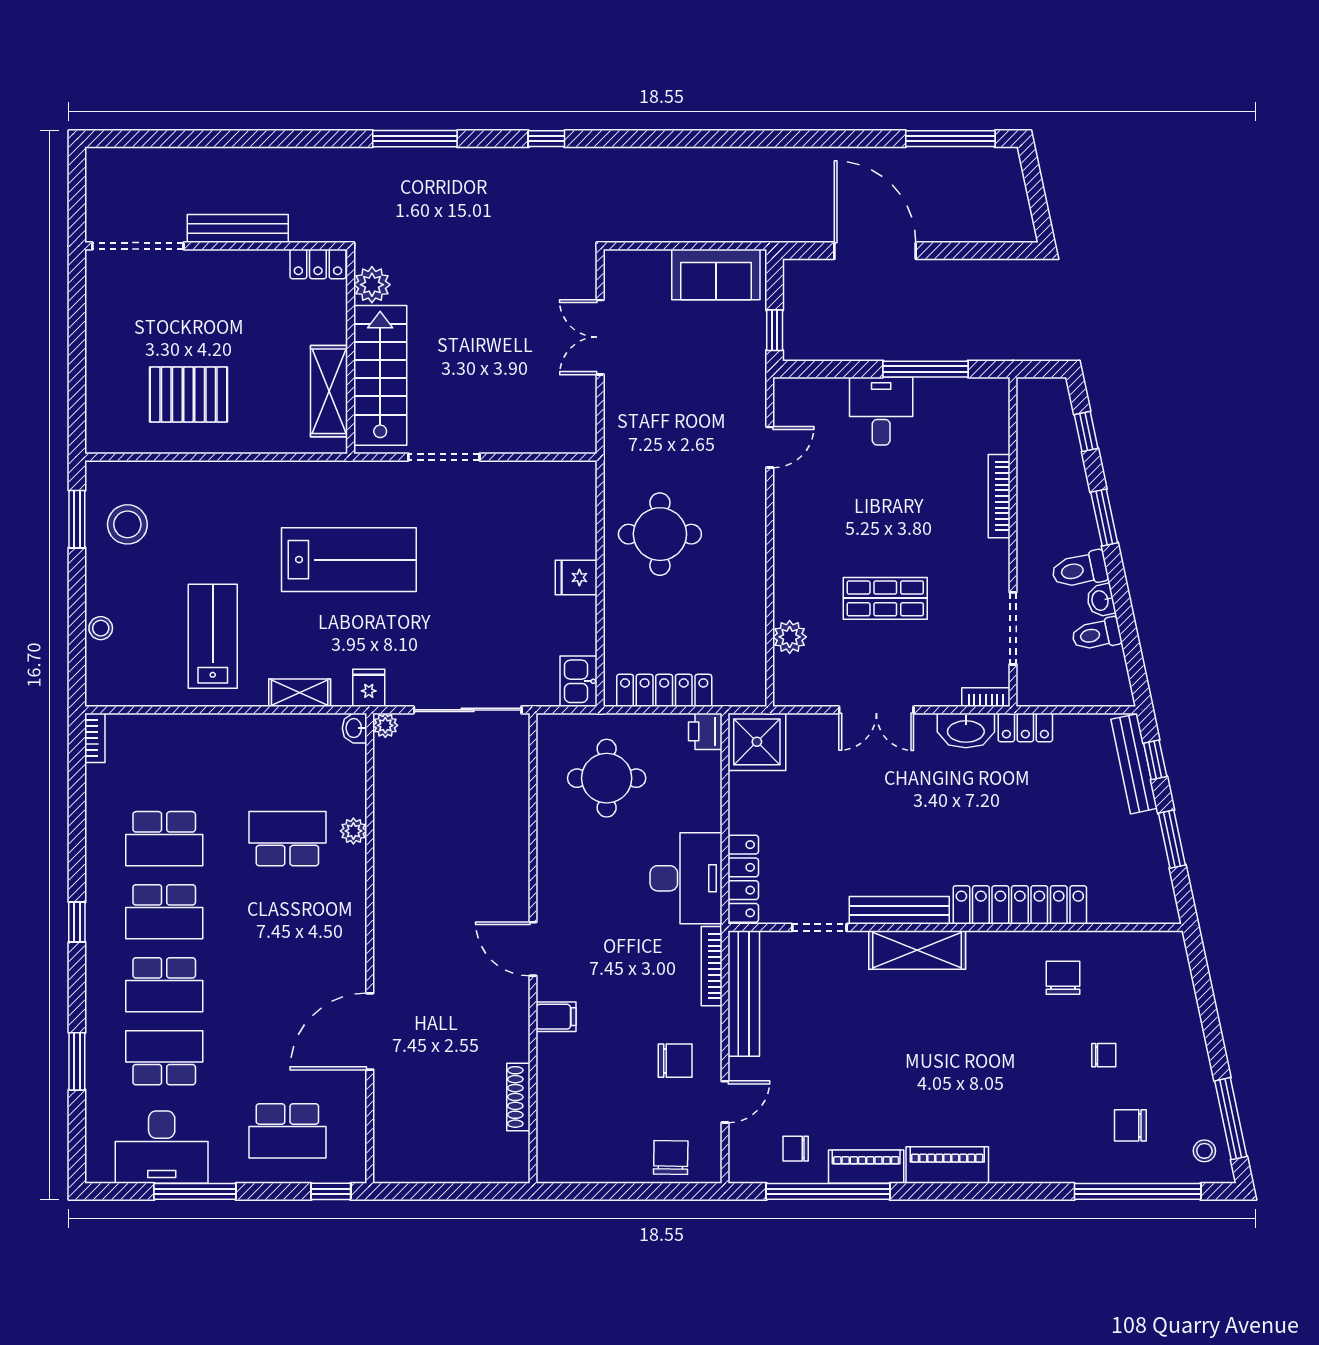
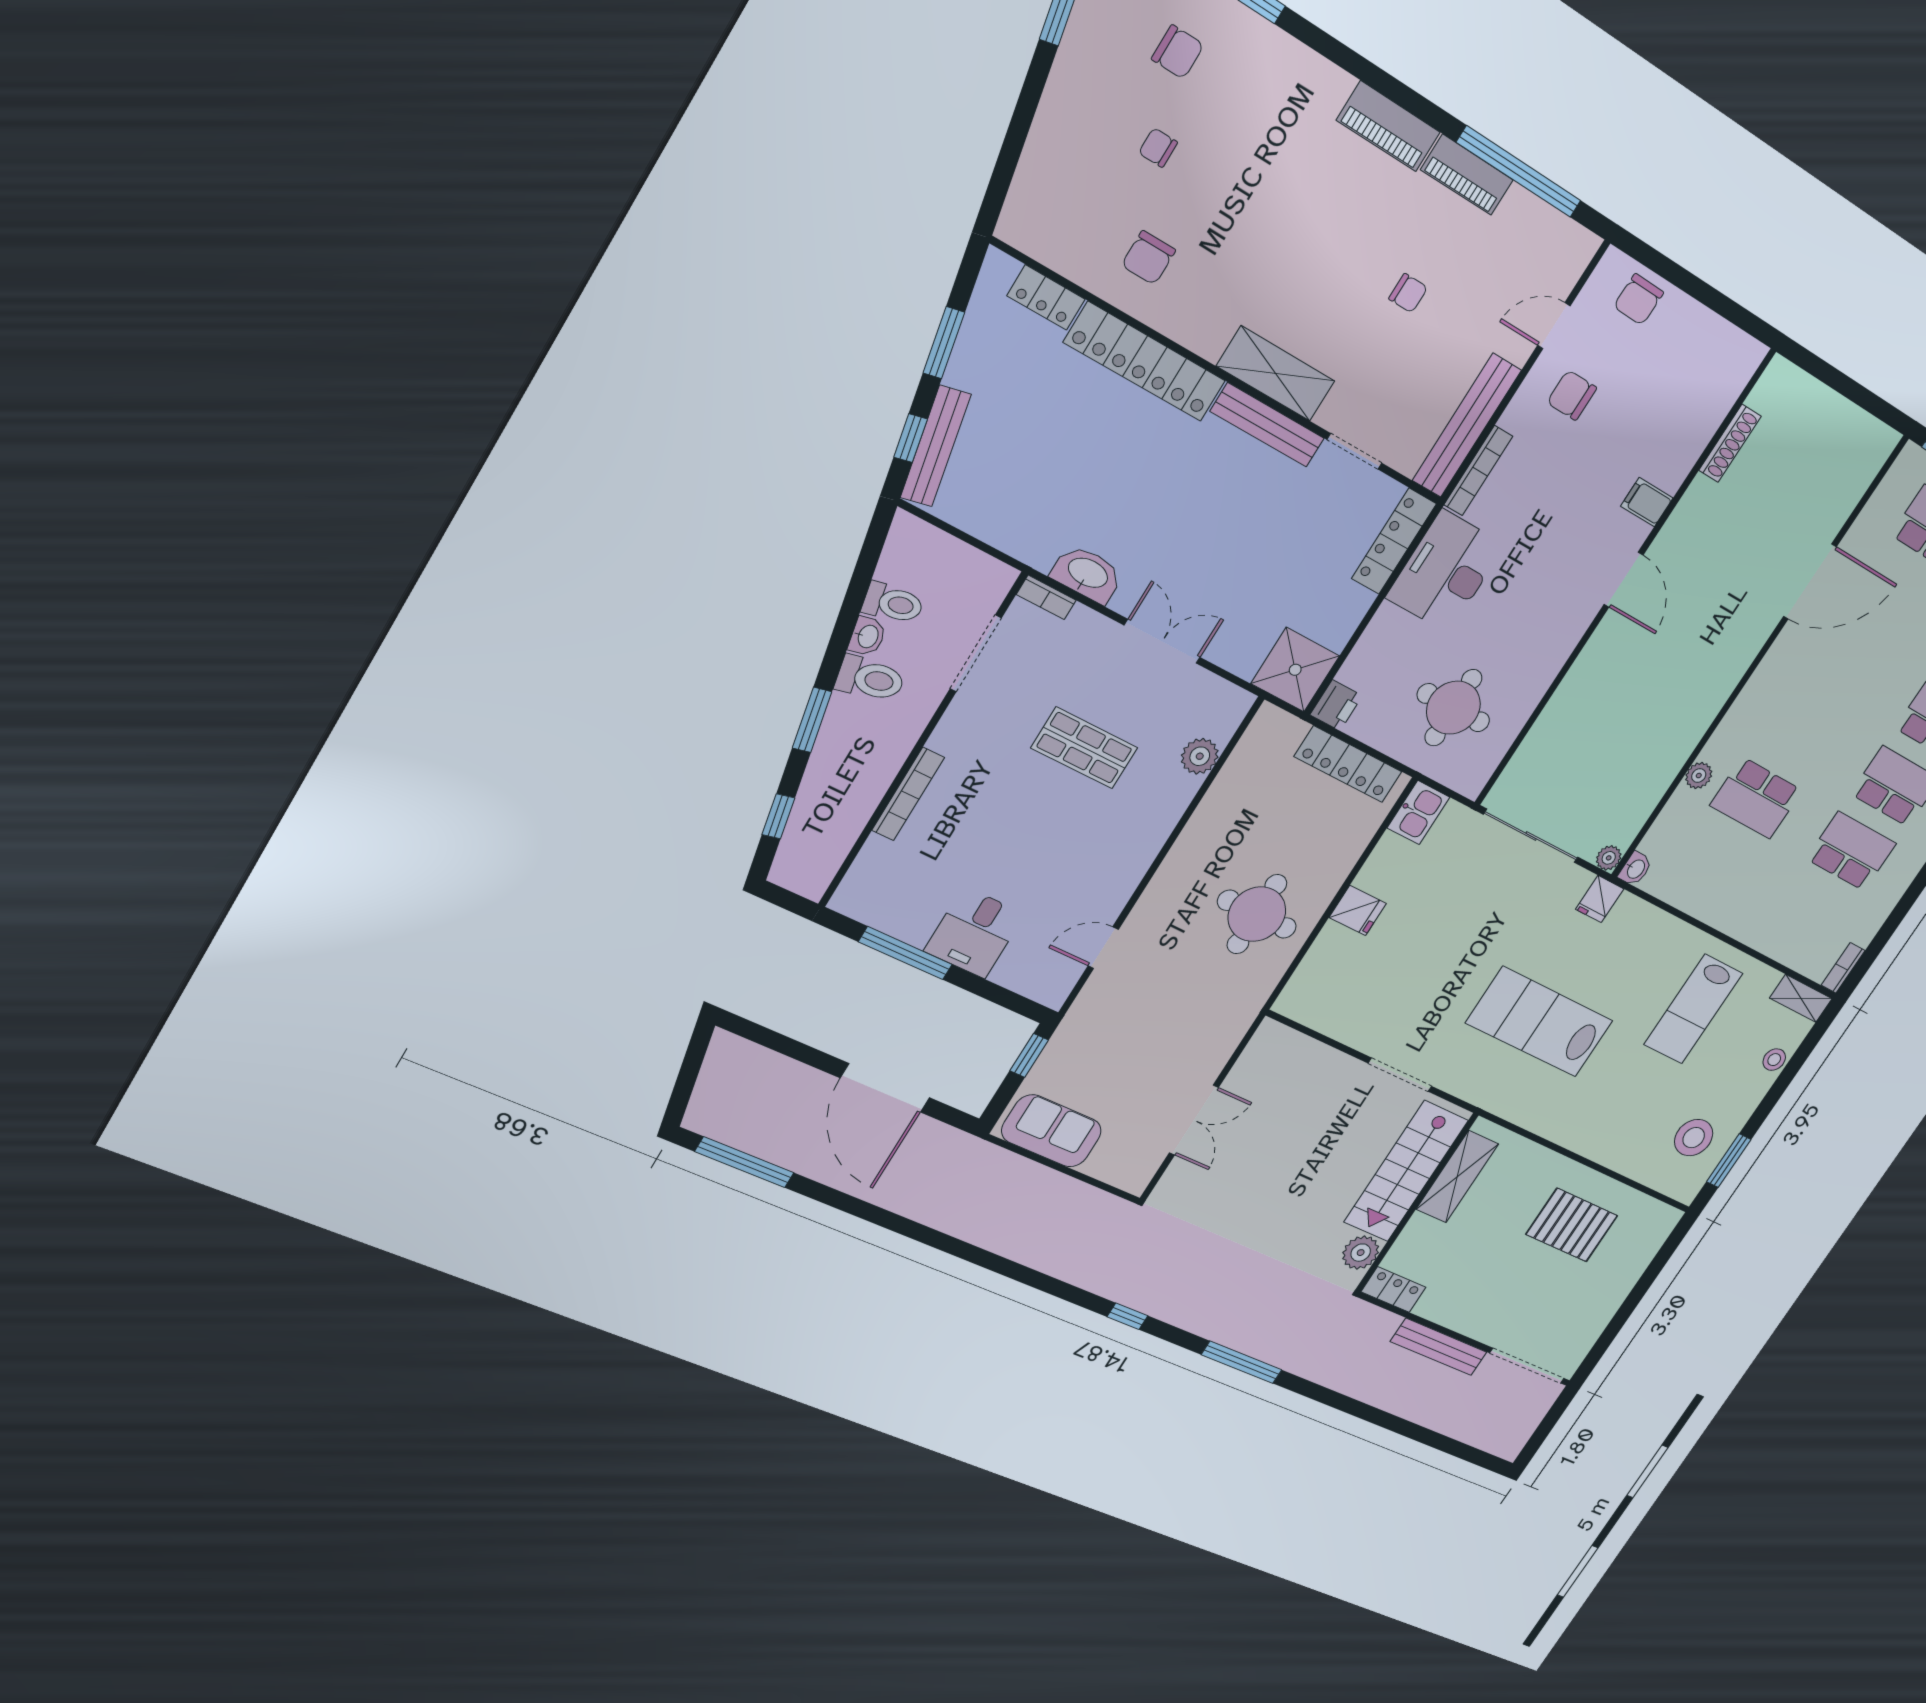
shelving: (300, 693) -> (1801, 998), moved
locker: (1025, 727) -> (1046, 298), moved, turned 180
chair: (796, 1149) -> (1408, 293), moved

